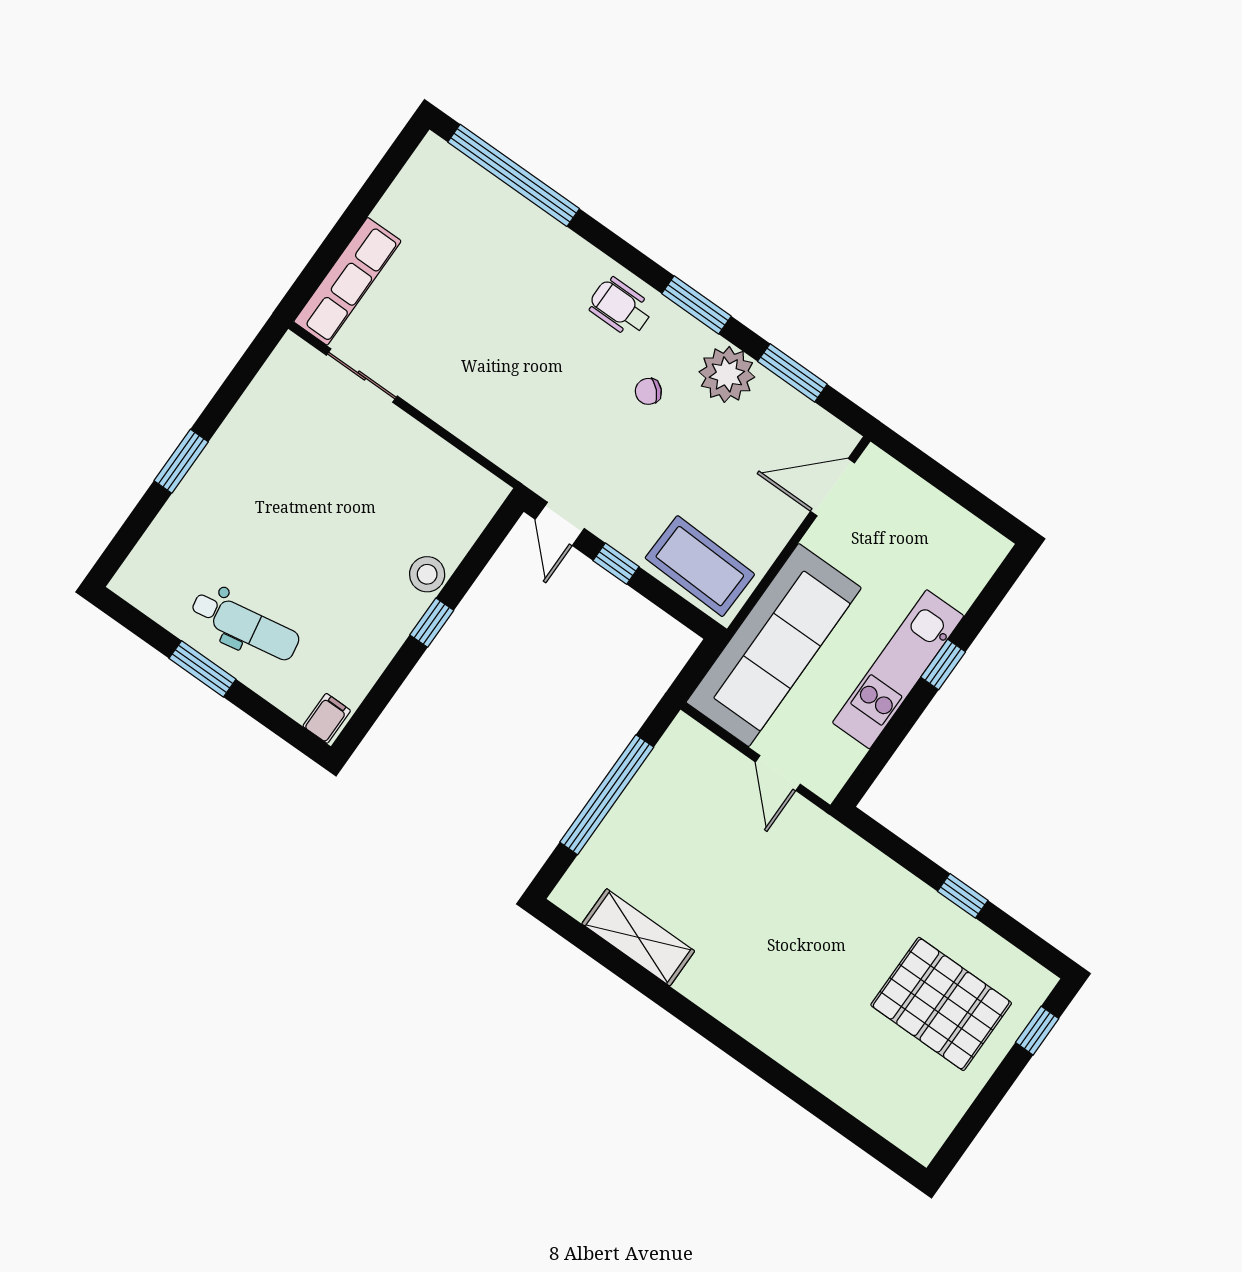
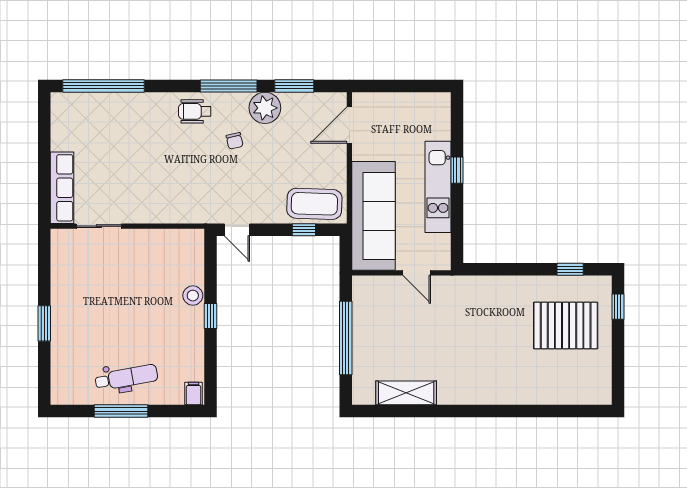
window: (696, 305) -> (229, 86), width x1.44
chair: (648, 391) -> (235, 141), turned -58
window: (616, 564) -> (304, 230), moved
window: (203, 669) -> (121, 411), width x1.44
window: (963, 896) -> (570, 269), moved

